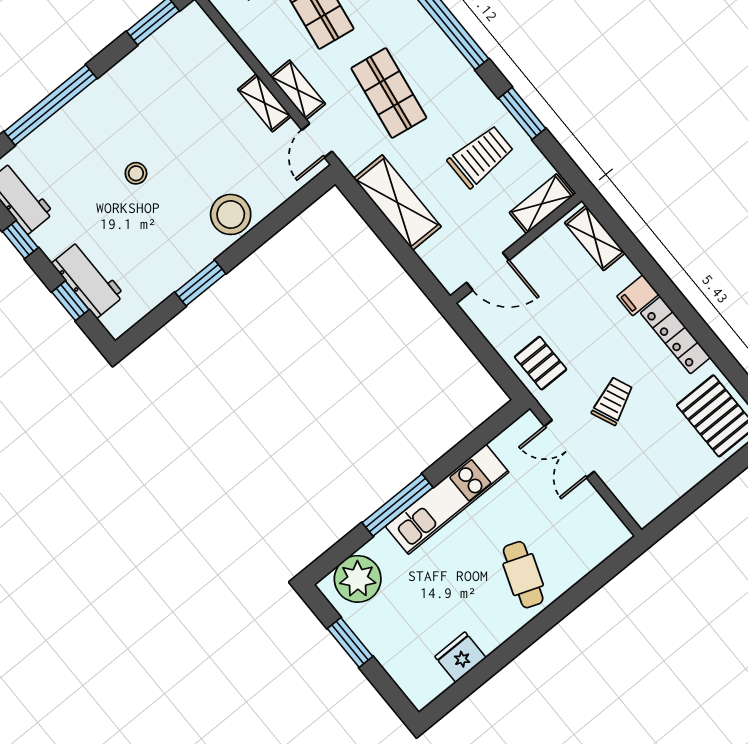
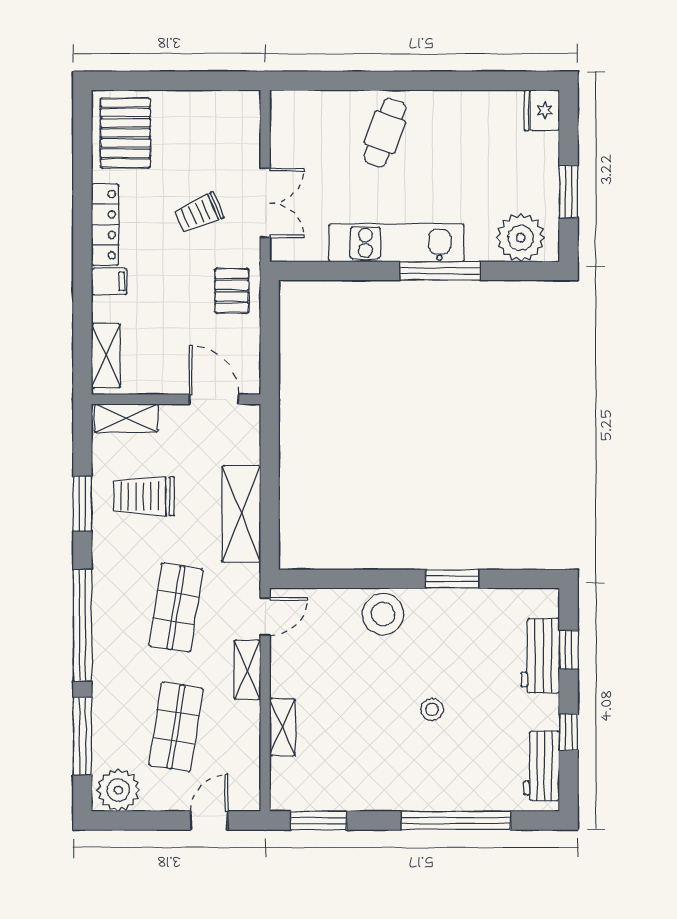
shelving: (264, 103) -> (282, 727), moved
fridge: (460, 657) -> (542, 110), moved, turned 90

